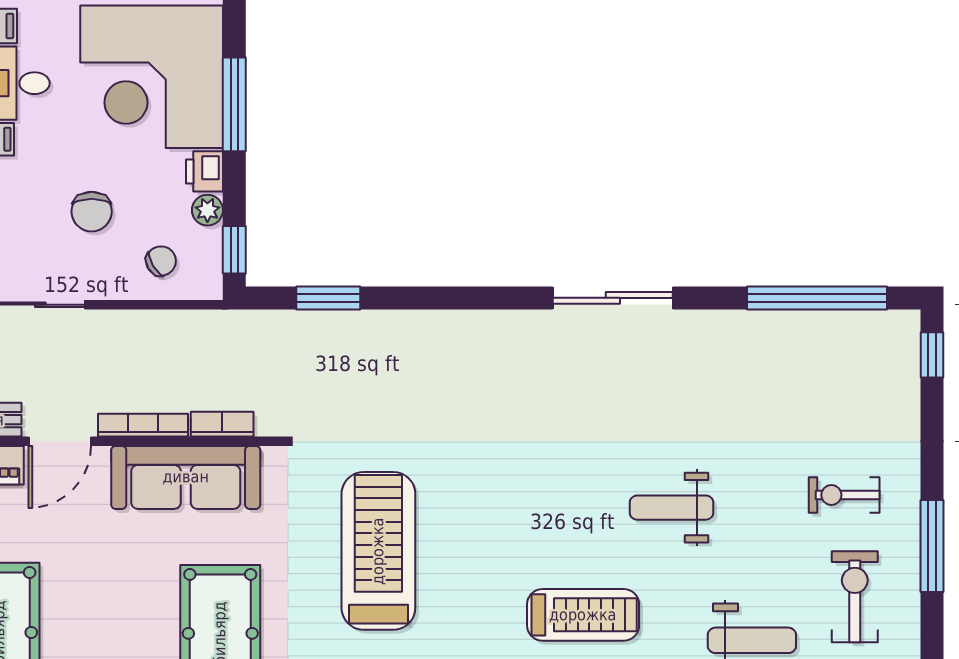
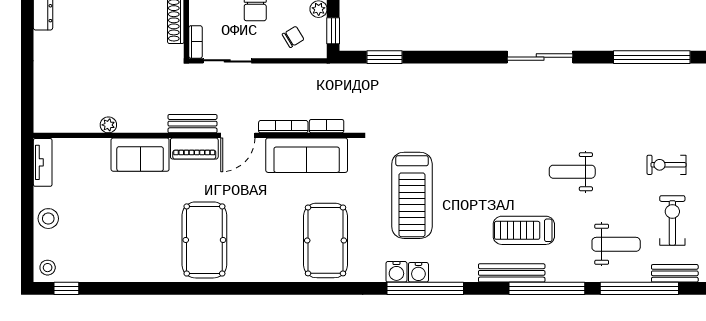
treadmill: (378, 551) -> (412, 195), turned 180
treadmill: (583, 615) -> (524, 230), turned 180

